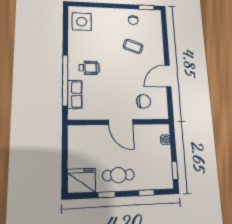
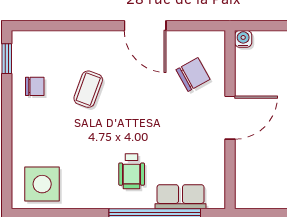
wheelchair: (89, 68) -> (132, 171), turned 180
chair: (144, 101) -> (193, 75), turned 61
water cooler: (165, 140) -> (243, 39), moved

